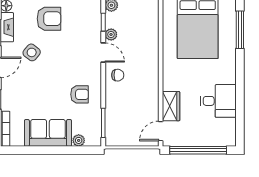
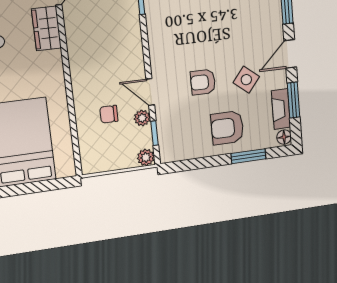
chair: (118, 75) -> (109, 114), moved
armchair: (80, 94) -> (203, 82), moved

